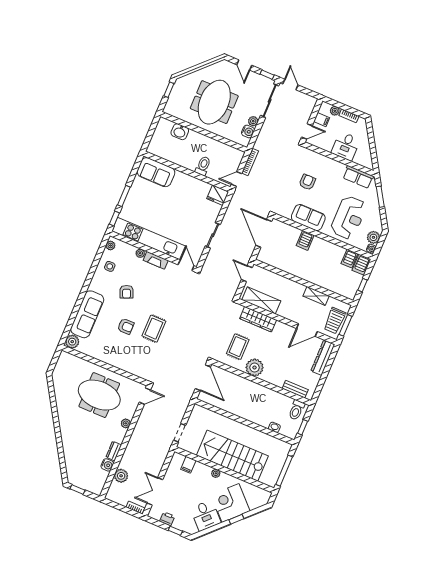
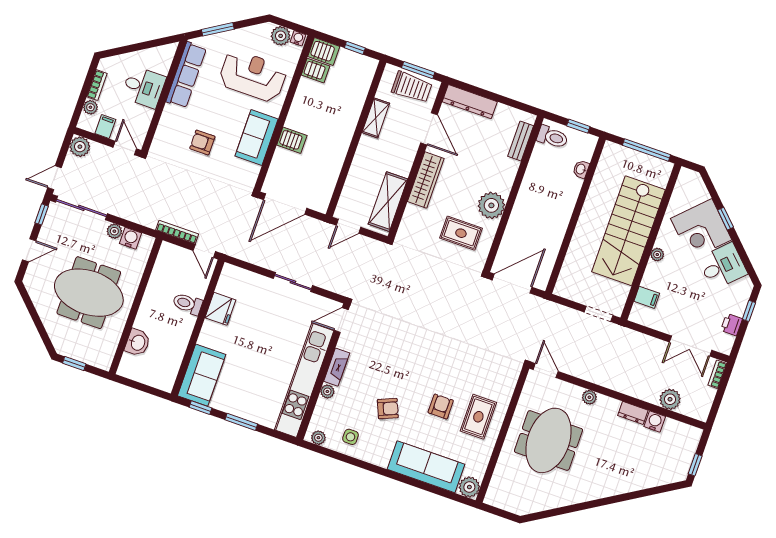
plant: (310, 102) -> (80, 147), added
row of seats: (358, 177) -> (186, 75), width x1.48
fridge: (218, 195) -> (220, 309), moved
window: (114, 218) -> (201, 408), moved
wardrobe: (258, 319) -> (426, 180), moved
rug: (154, 329) -> (478, 417), moved, turned 90

